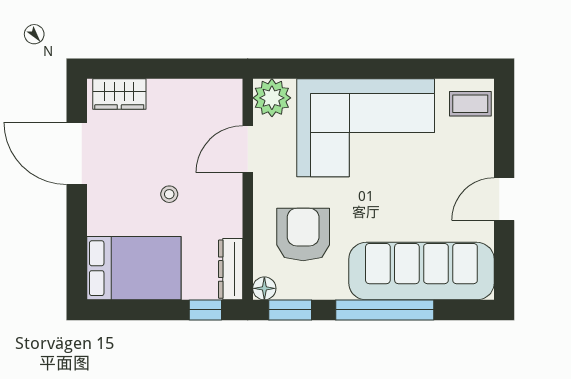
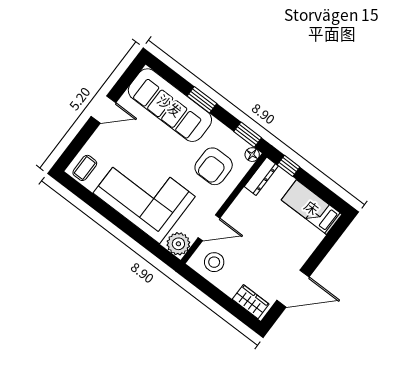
coffee table: (470, 104) -> (85, 168), turned 90
door: (77, 153) -> (293, 289), hinge flipped
stool: (169, 194) -> (214, 262), moved, width x1.89, depth x1.89
bed: (134, 268) -> (312, 207), width x0.67
window: (385, 310) -> (202, 100), width x0.47

